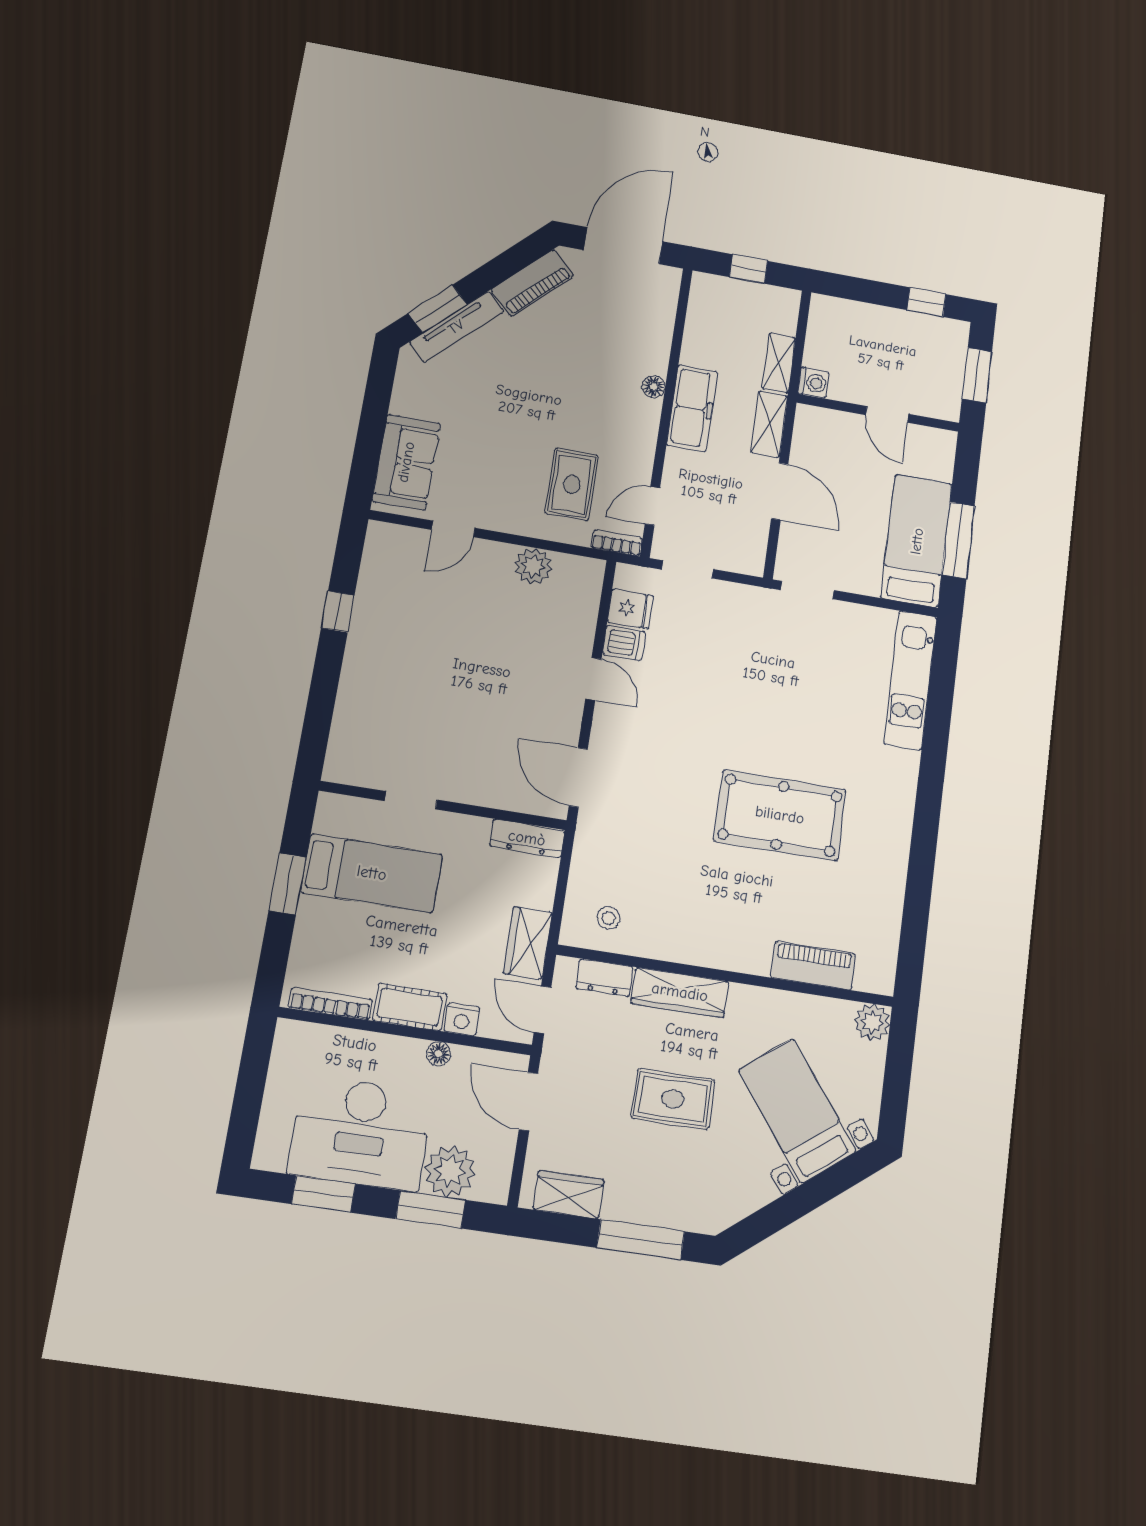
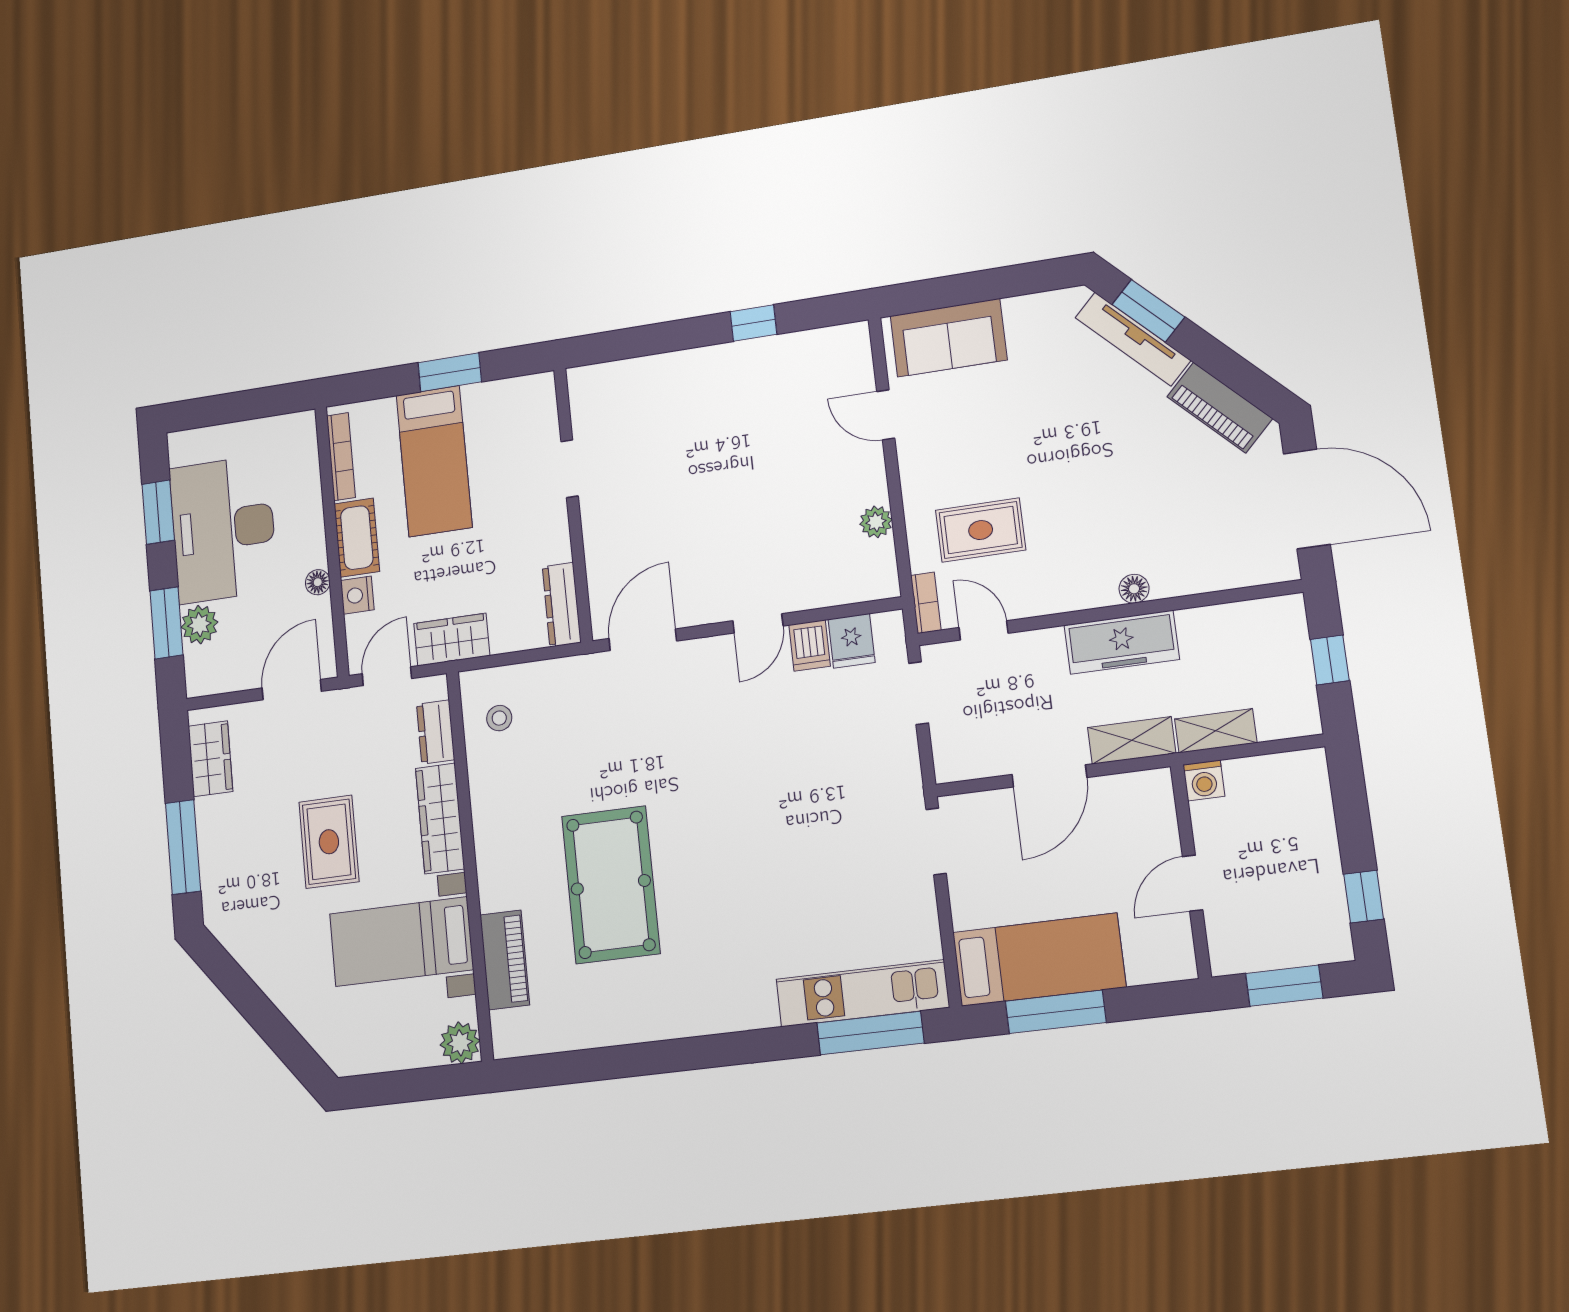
plant: (533, 566) -> (876, 522), width x0.73, depth x0.73
window: (942, 683) -> (870, 1033), added
pool table: (780, 815) -> (611, 885), moved
bed: (372, 873) -> (434, 461), moved
bed with nightstands: (797, 1111) -> (401, 942), moved, turned -142
plant: (450, 1171) -> (199, 625), width x0.73, depth x0.73

